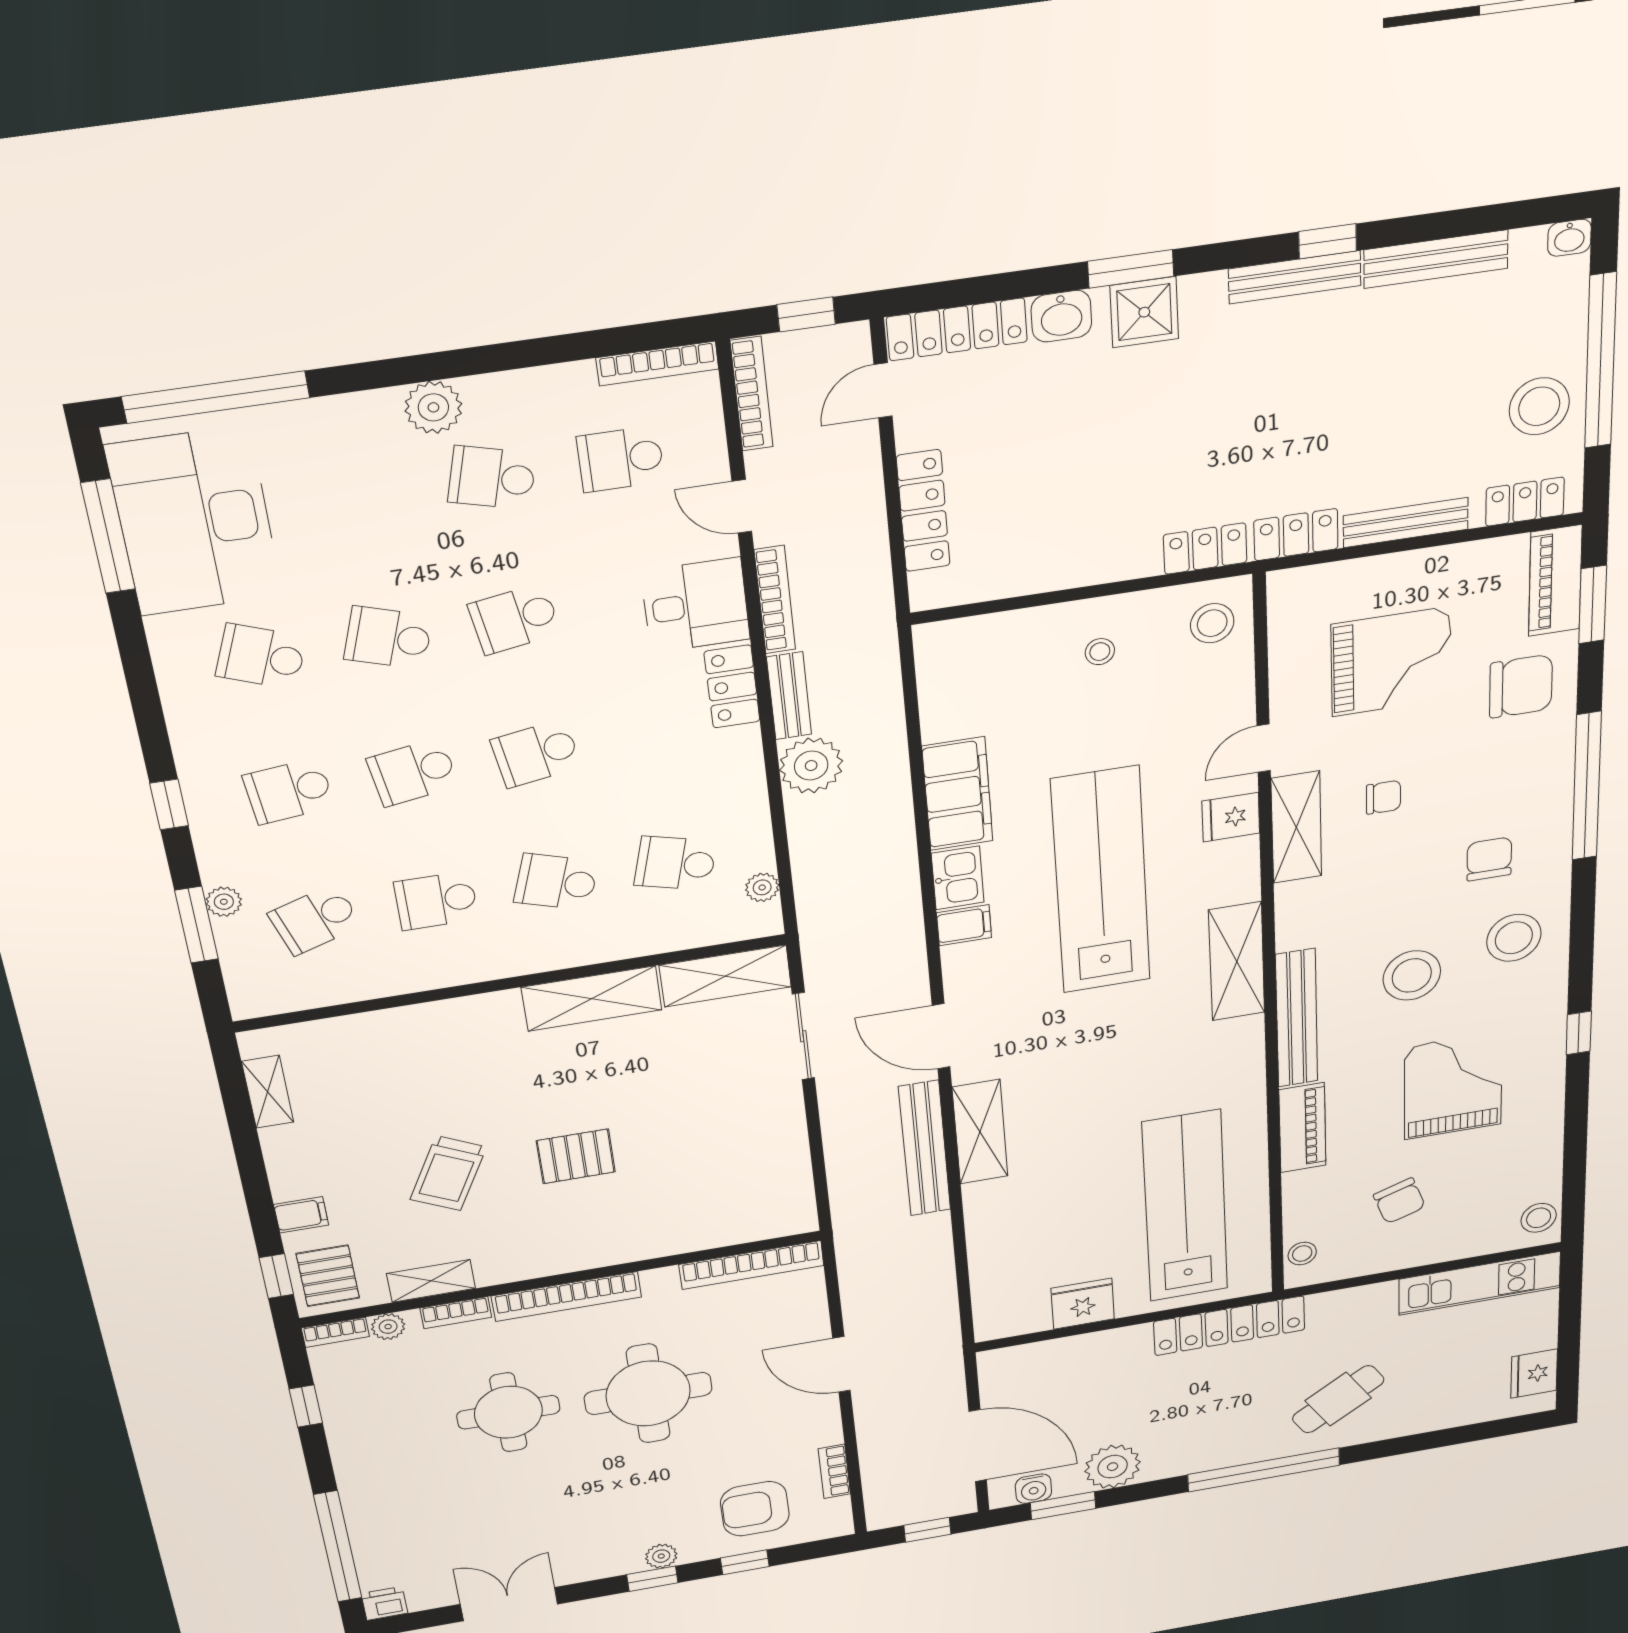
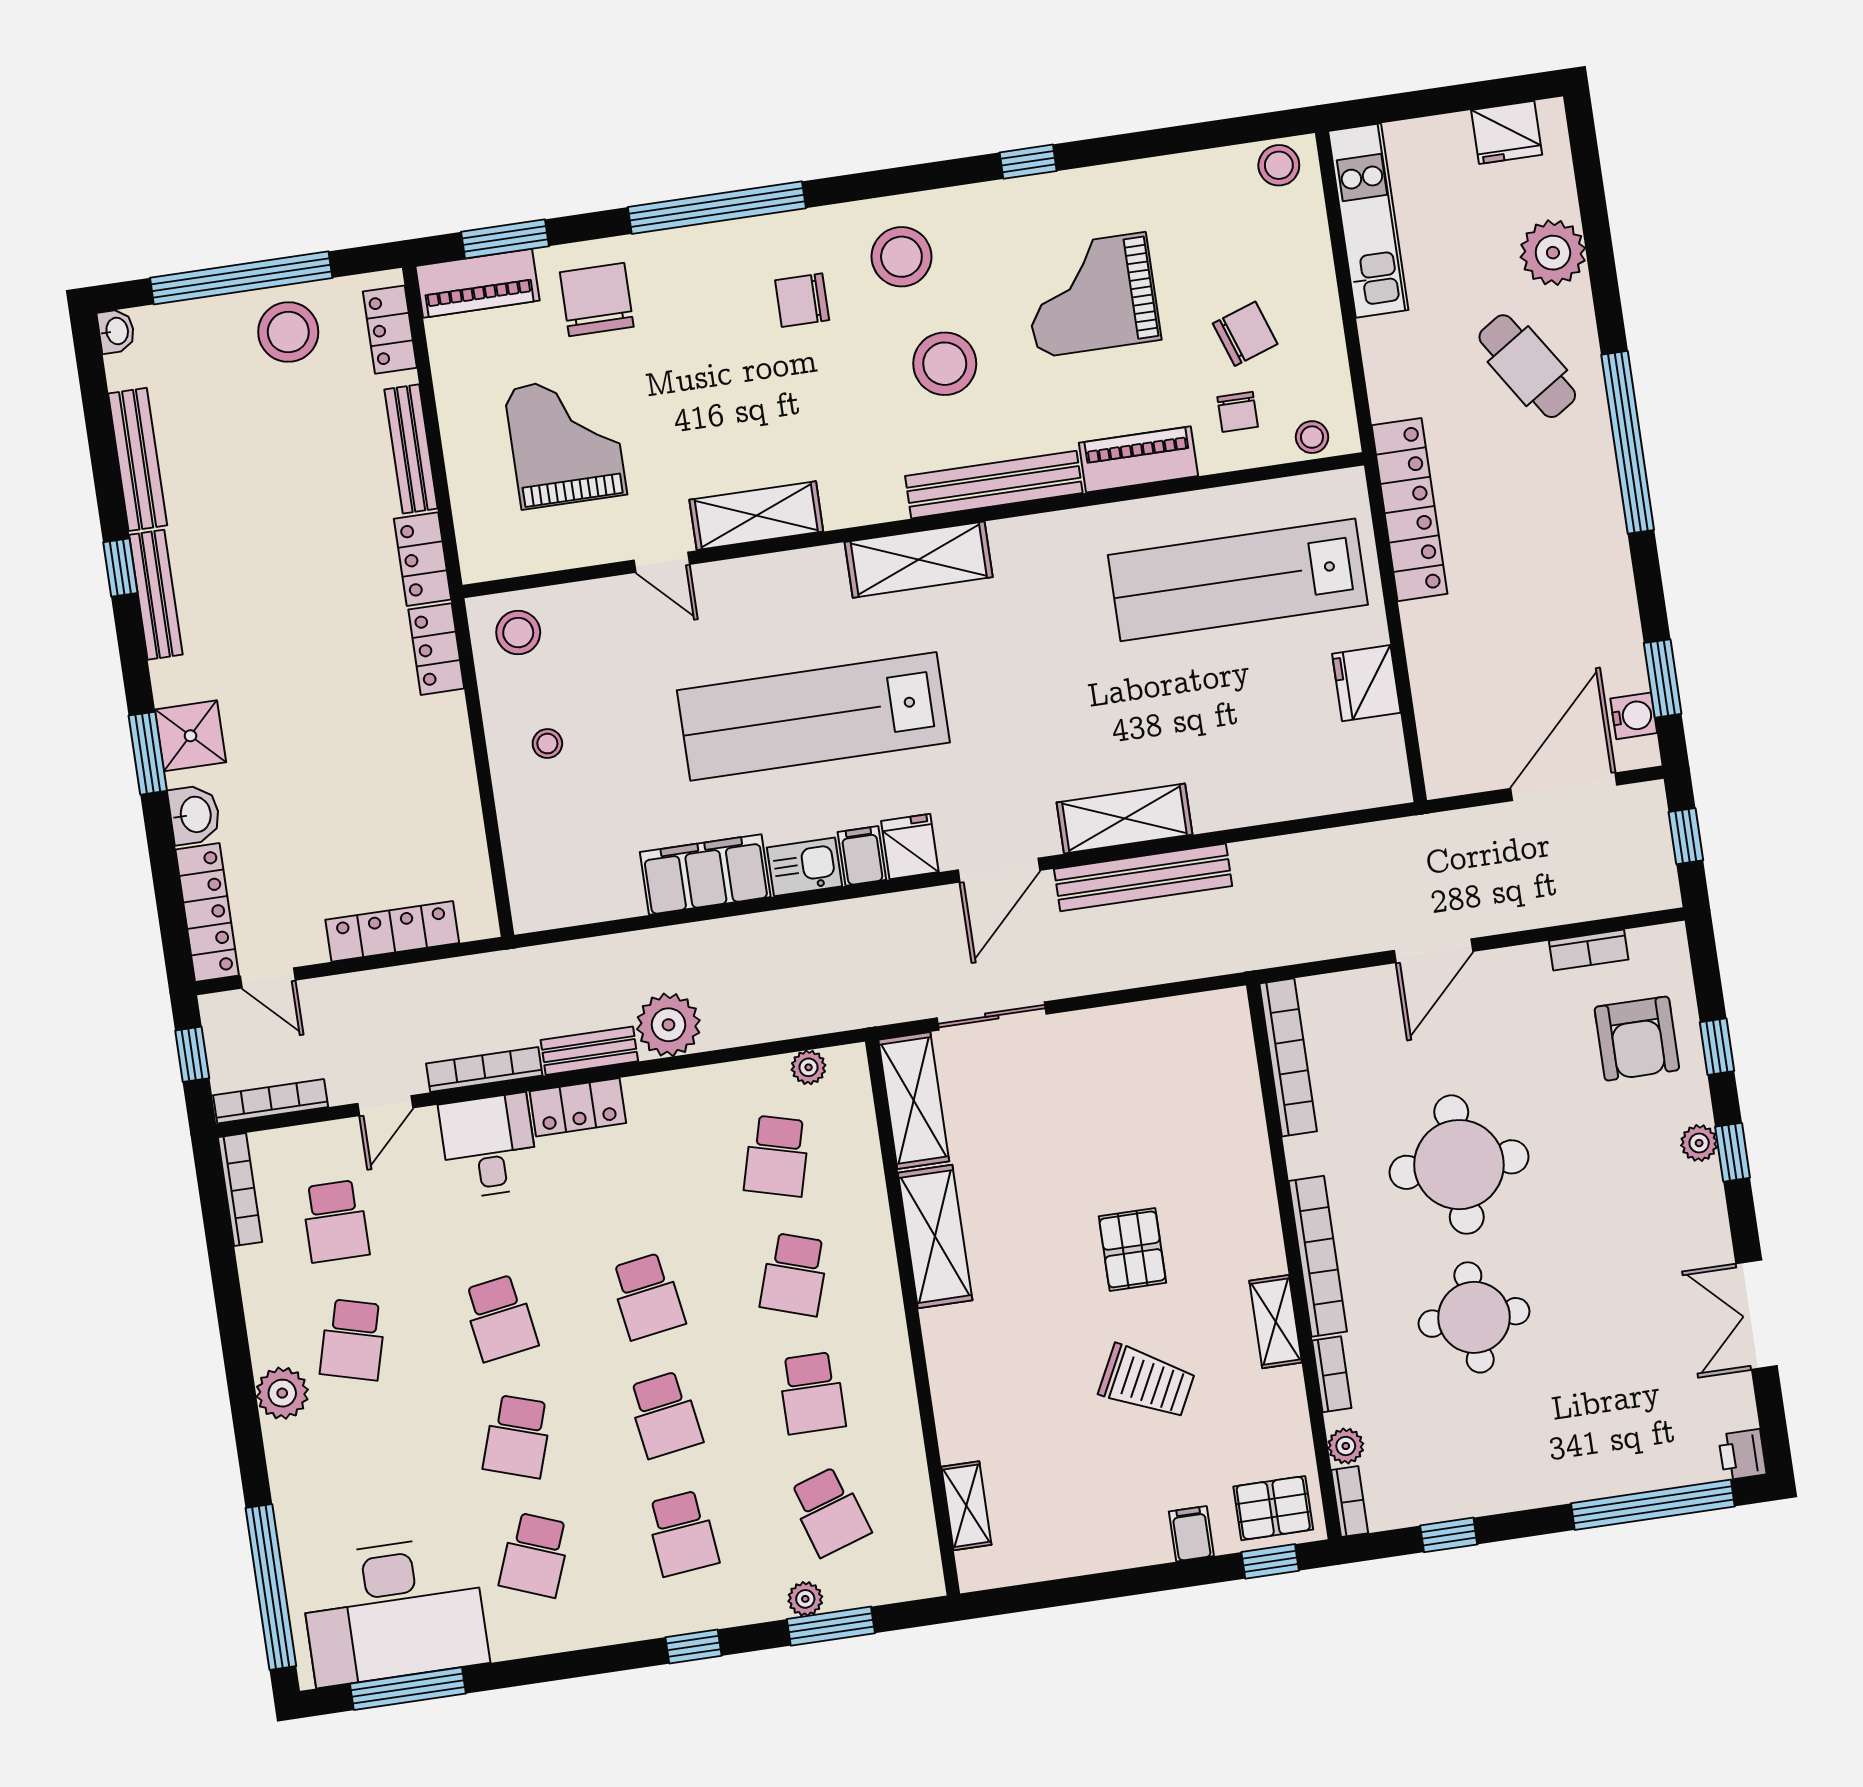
chair: (1383, 797) -> (1238, 412), moved, turned 180
fridge: (1231, 817) -> (910, 847), moved, turned 180
shelving: (268, 1092) -> (966, 1506), moved, turned 90
shelving: (431, 1281) -> (1276, 1322), moved
plant: (1113, 1467) -> (1553, 253), moved

